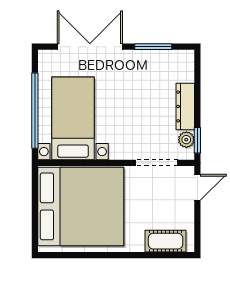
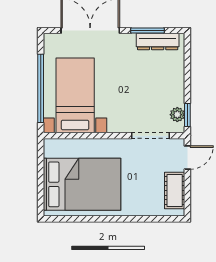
dresser: (185, 106) -> (158, 42), moved, turned -90
bed: (81, 206) -> (82, 184), width x0.73
cot: (166, 241) -> (175, 191), moved, turned 90

